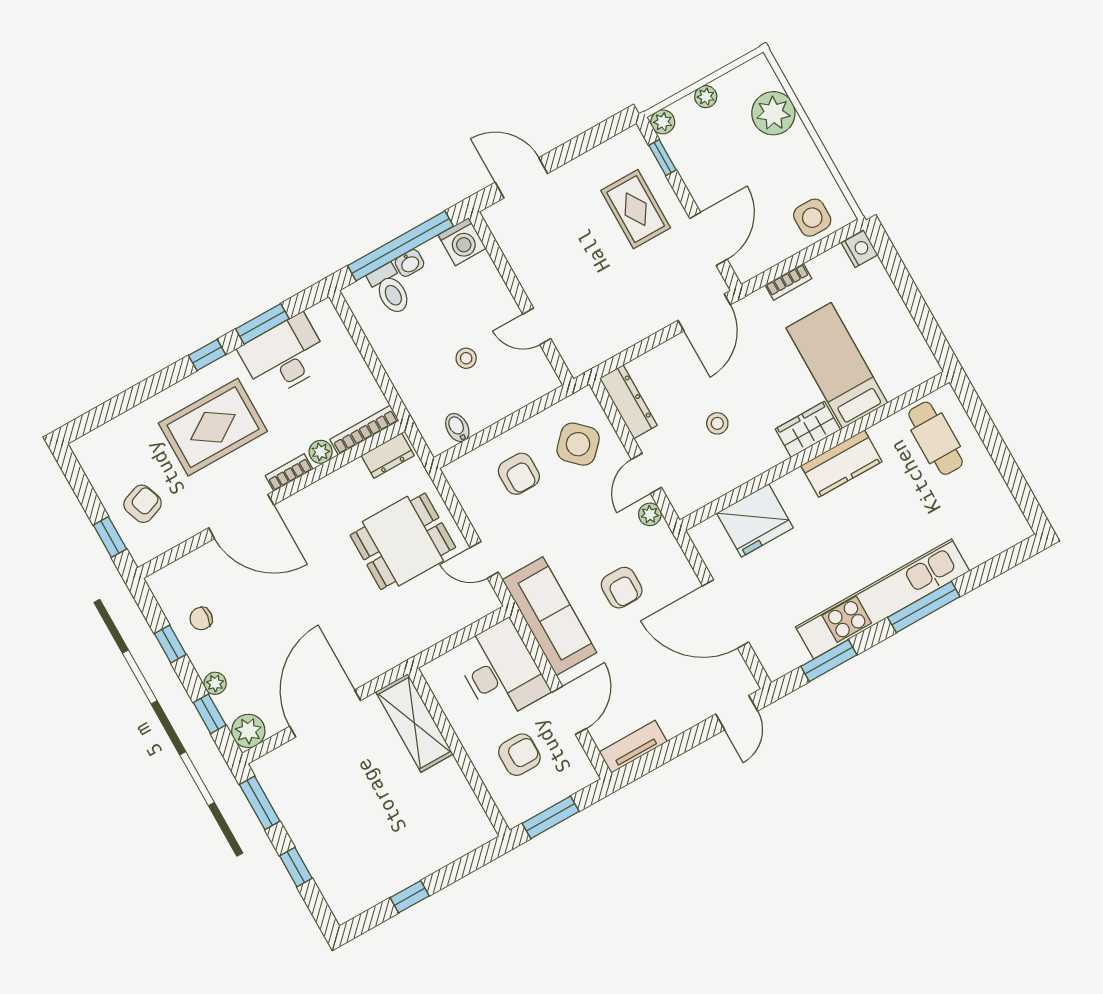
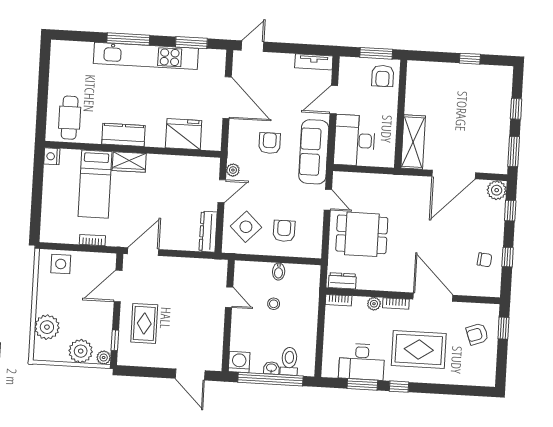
plant: (706, 97) -> (81, 351), width x1.88, depth x1.88
nightstand: (860, 249) -> (52, 156), moved
stool: (717, 423) -> (171, 193), removed
bidet: (457, 428) -> (279, 271), moved
bookcase: (364, 430) -> (339, 300), width x0.64
plant: (215, 683) -> (498, 224), removed
armchair: (519, 755) -> (383, 76), moved, turned -90

